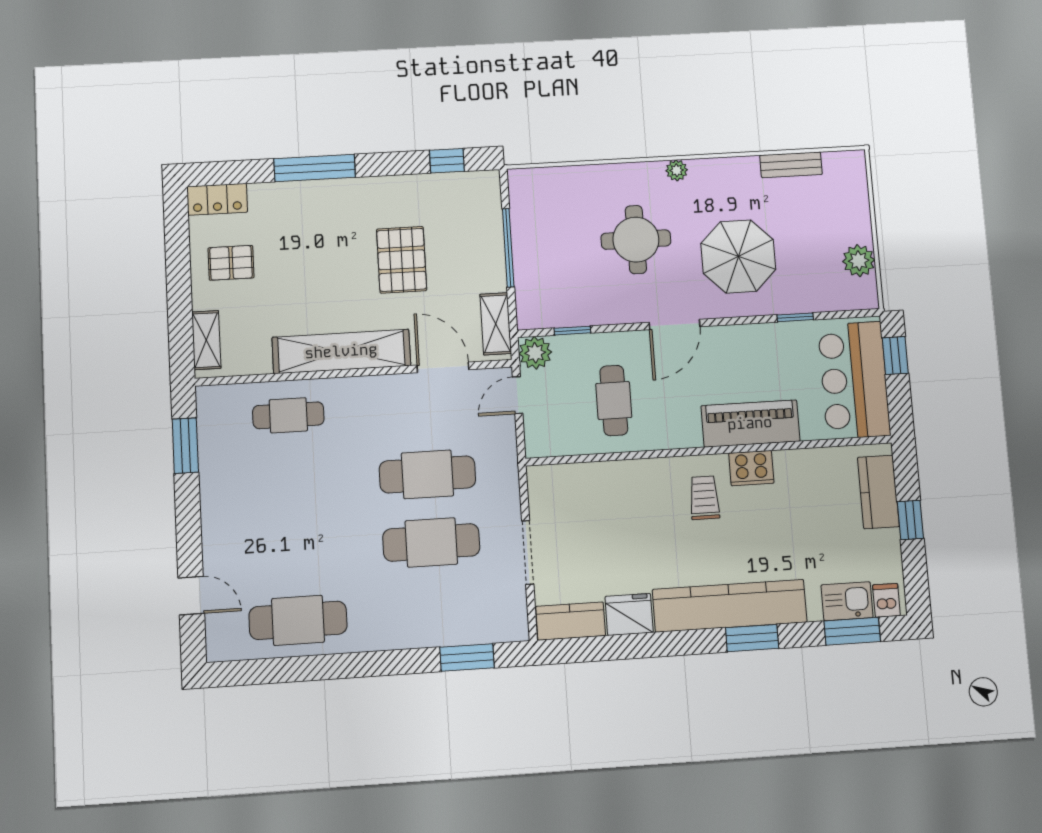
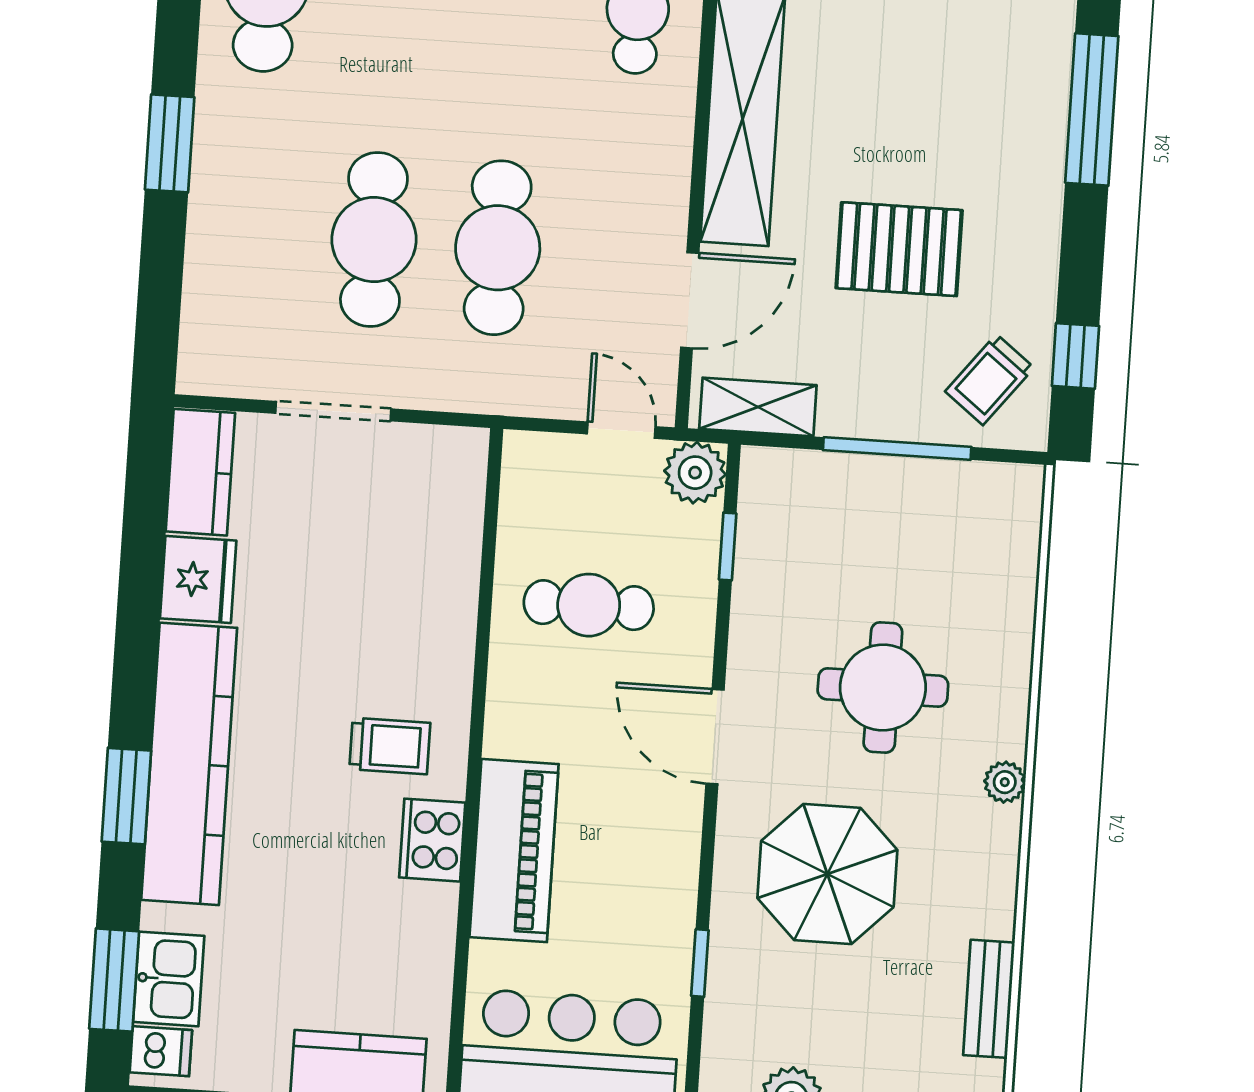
trolley: (465, 204) -> (990, 380), added
window: (467, 657) -> (170, 143), moved

